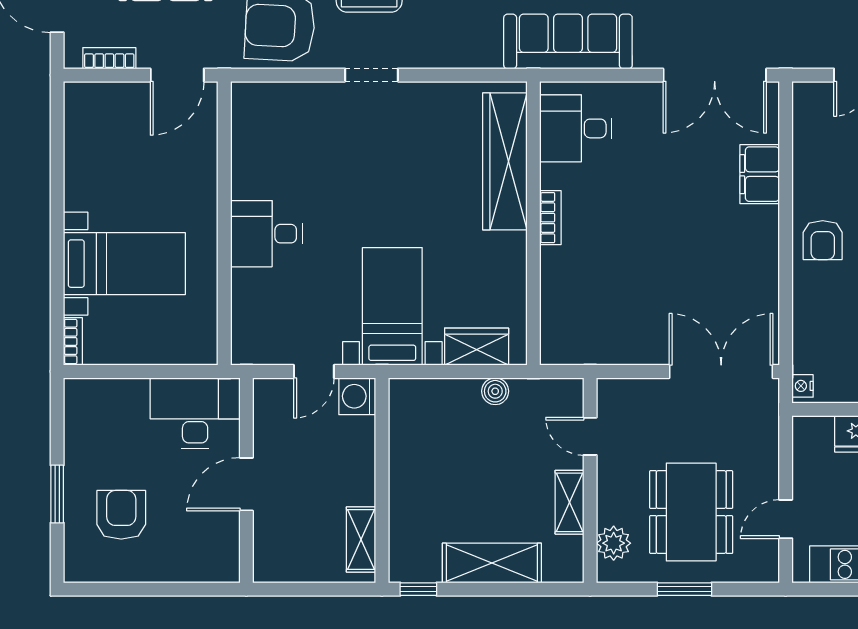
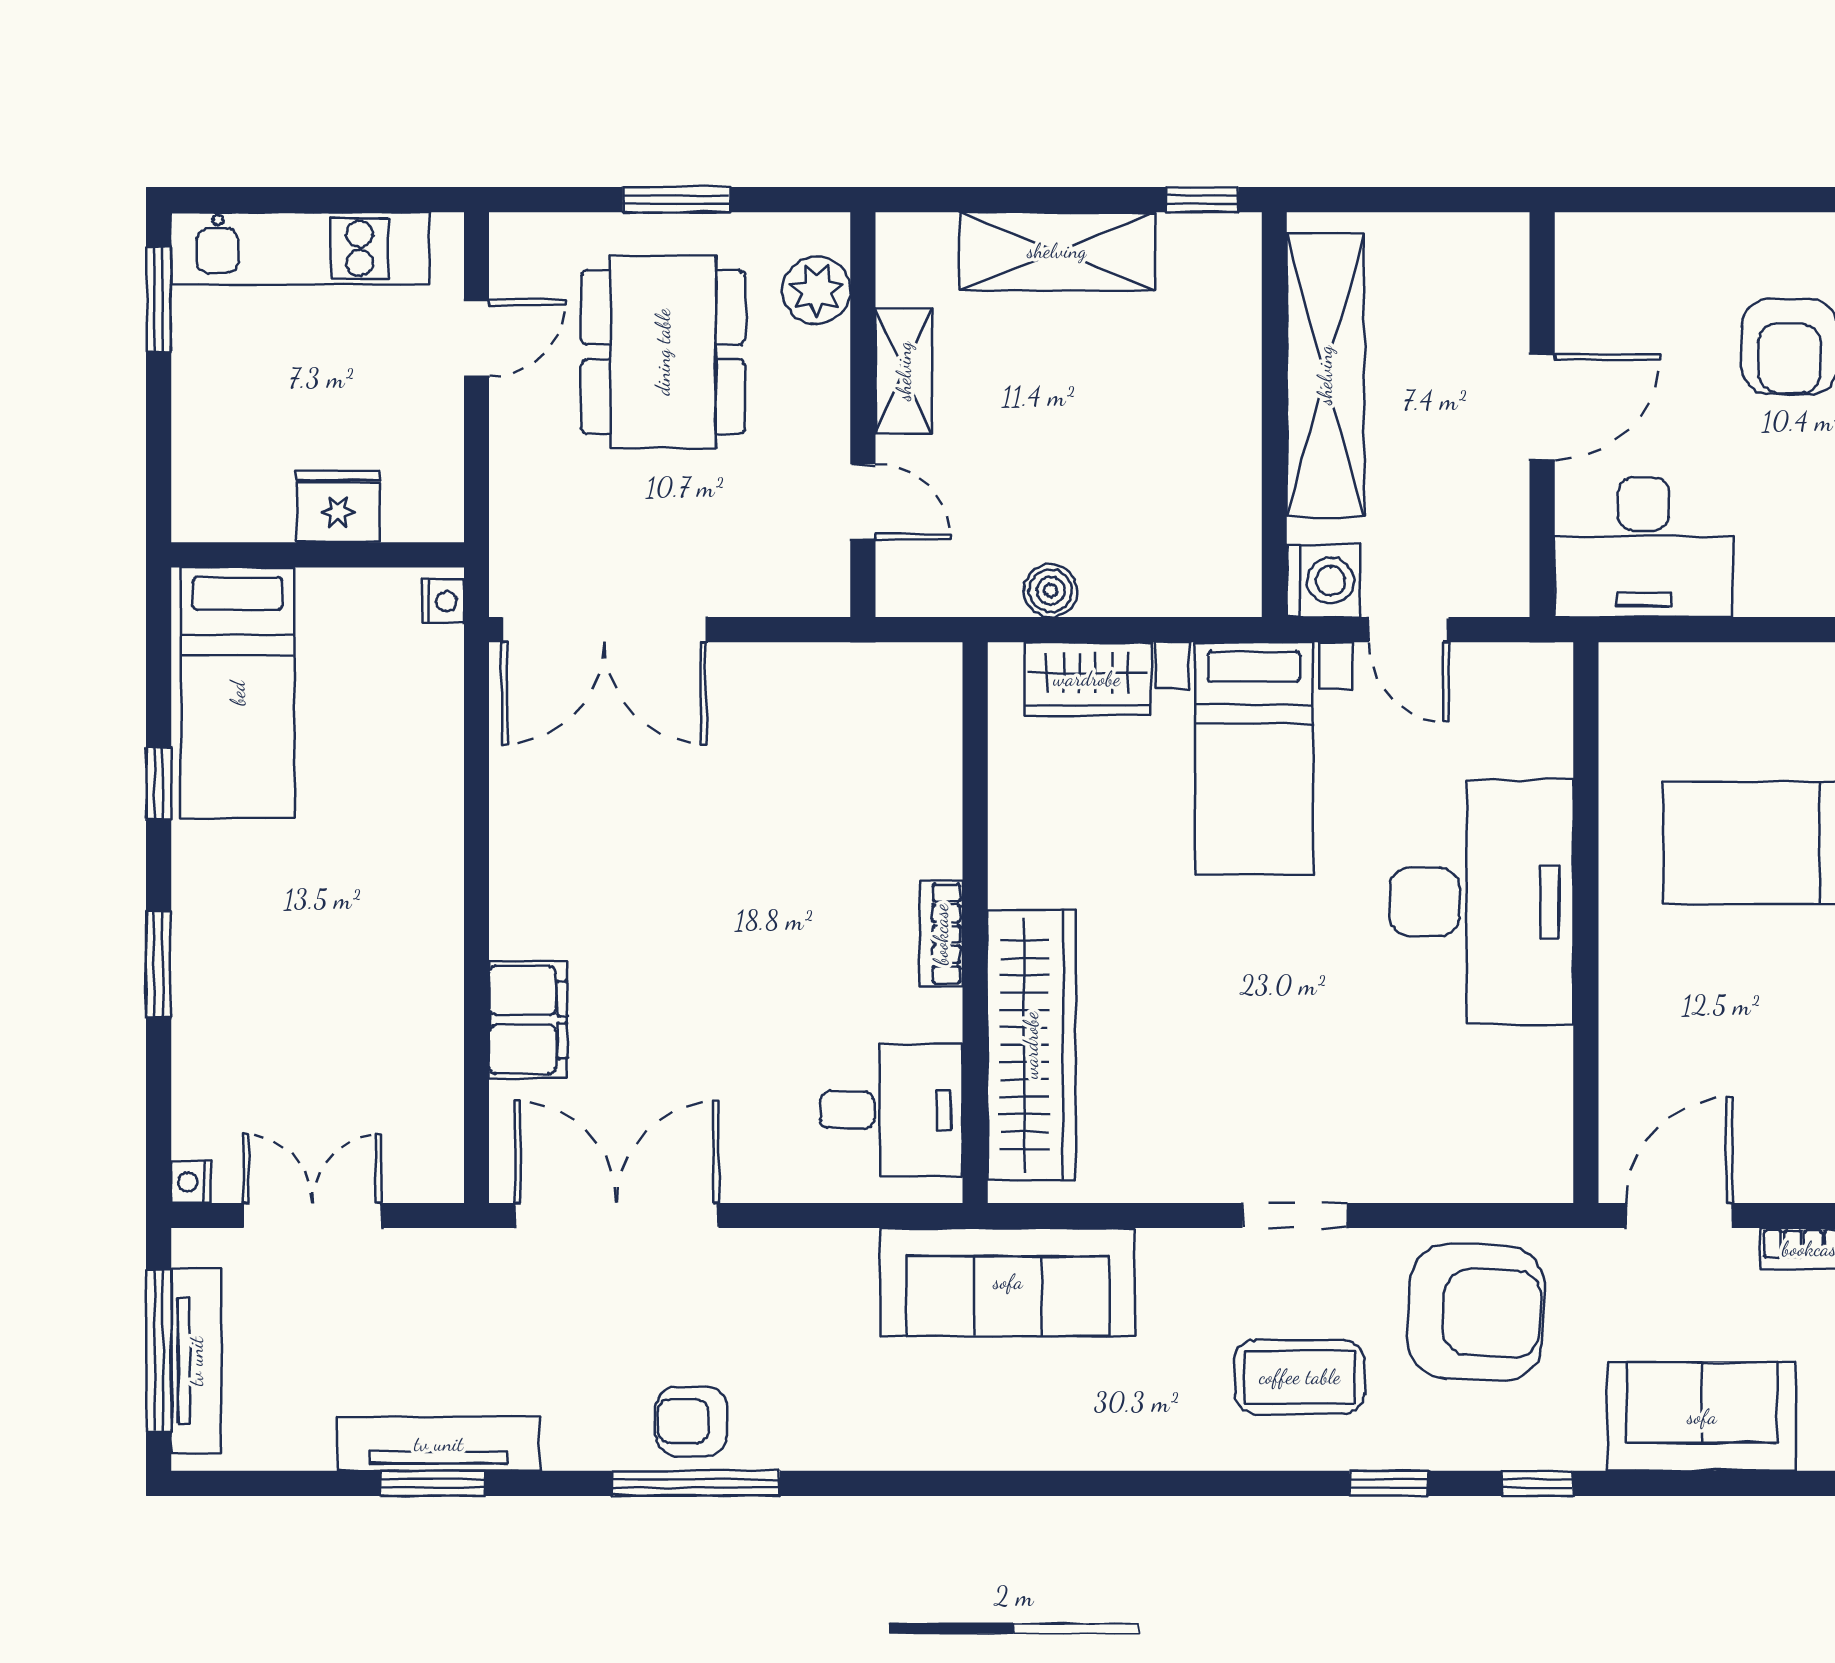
sofa: (568, 41) -> (1008, 1282), moved
desk: (266, 234) -> (1482, 902), width x1.87, depth x1.30
armchair: (823, 240) -> (403, 889), removed
door: (314, 371) -> (1409, 630), swing flipped
shelving: (361, 539) -> (1325, 375), width x2.20, depth x1.33

